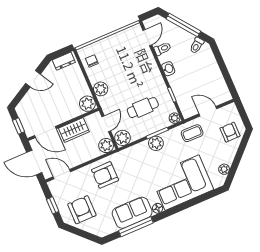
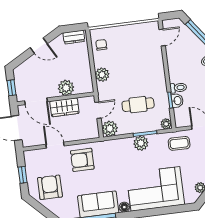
toilet: (162, 49) -> (178, 88), moved
washbasin: (168, 69) -> (177, 101), moved
plant: (87, 104) -> (66, 88), moved
plant: (106, 146) -> (92, 131), removed
door: (62, 174) -> (55, 145), moved

